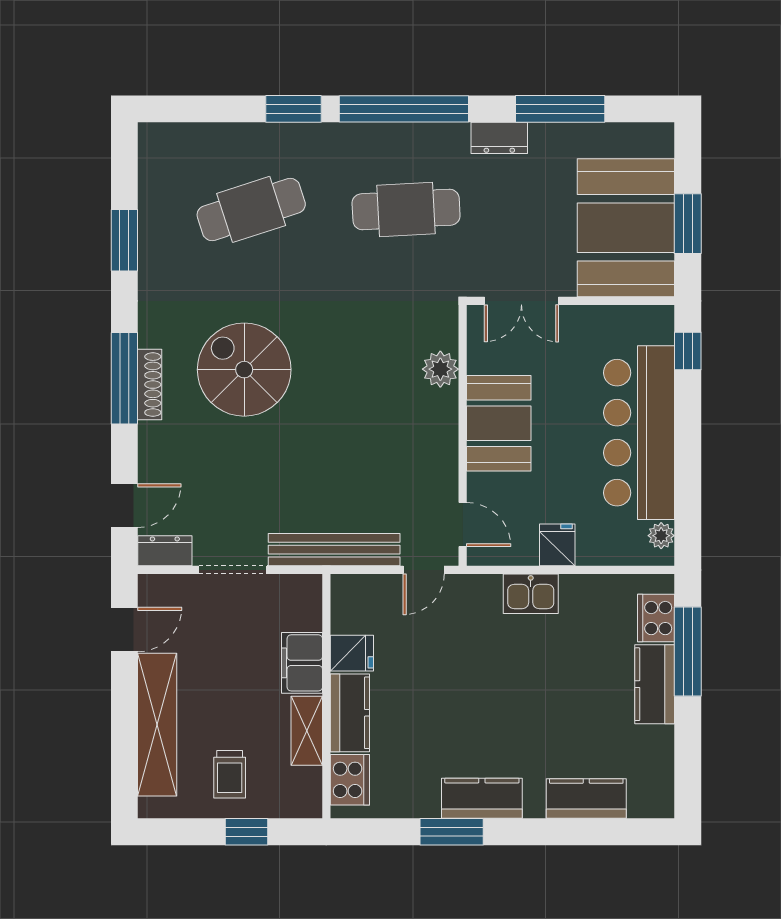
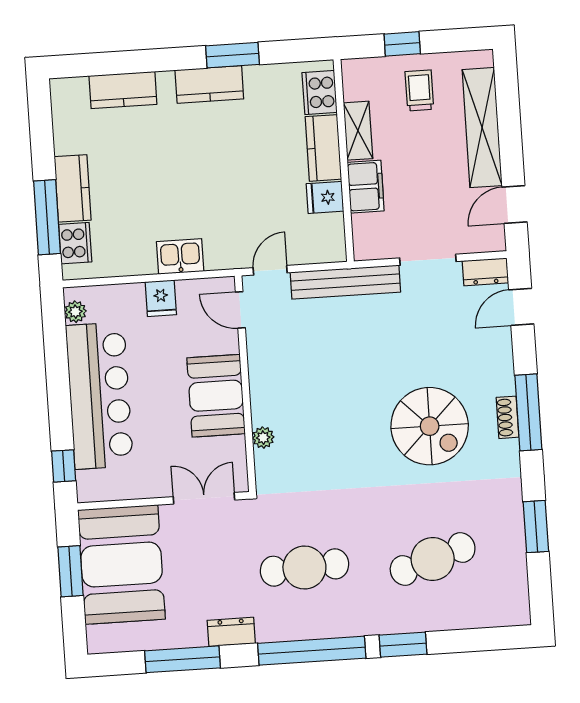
plant: (440, 369) -> (263, 438), width x0.73, depth x0.73
shoe rack: (150, 385) -> (508, 417), width x0.70

